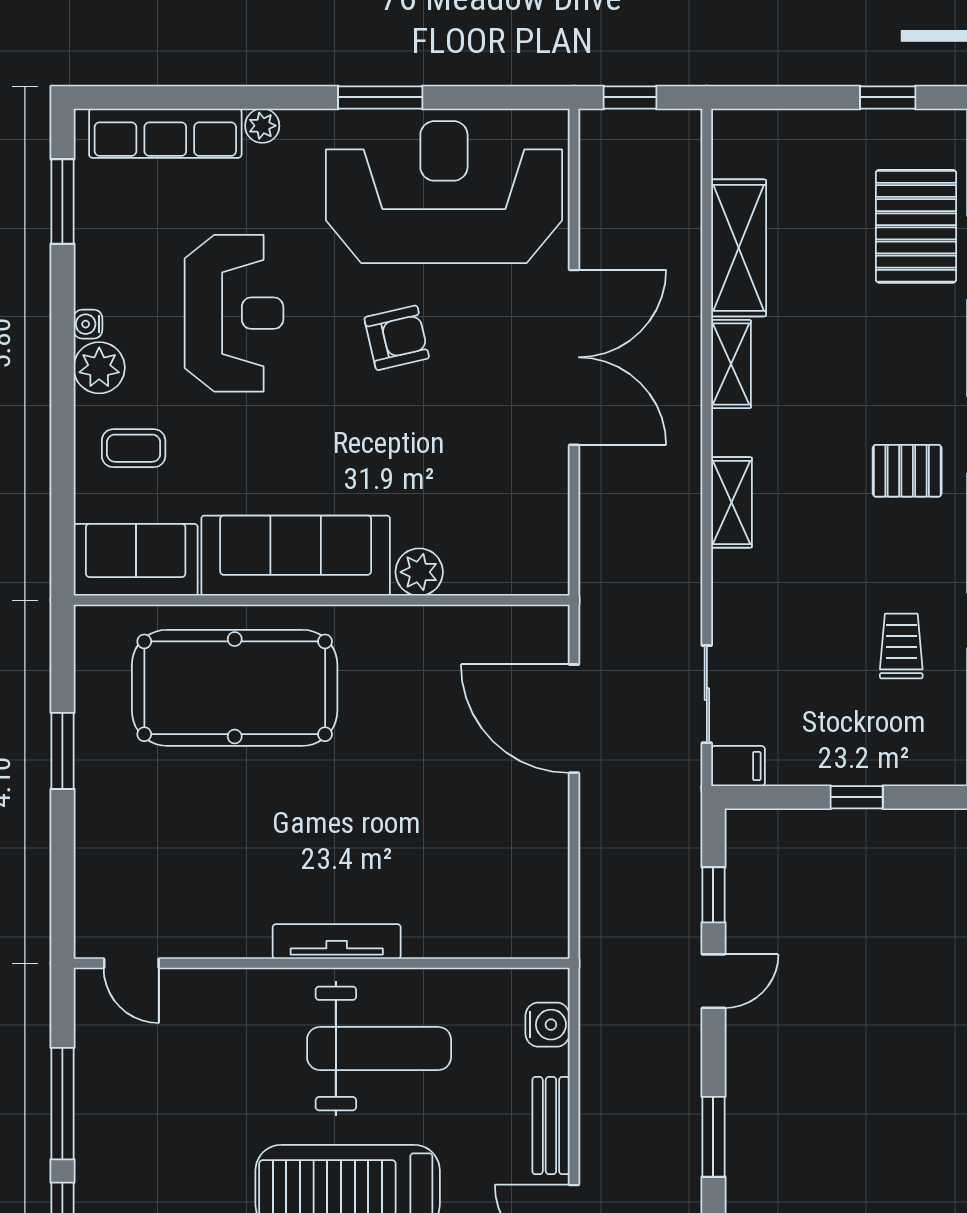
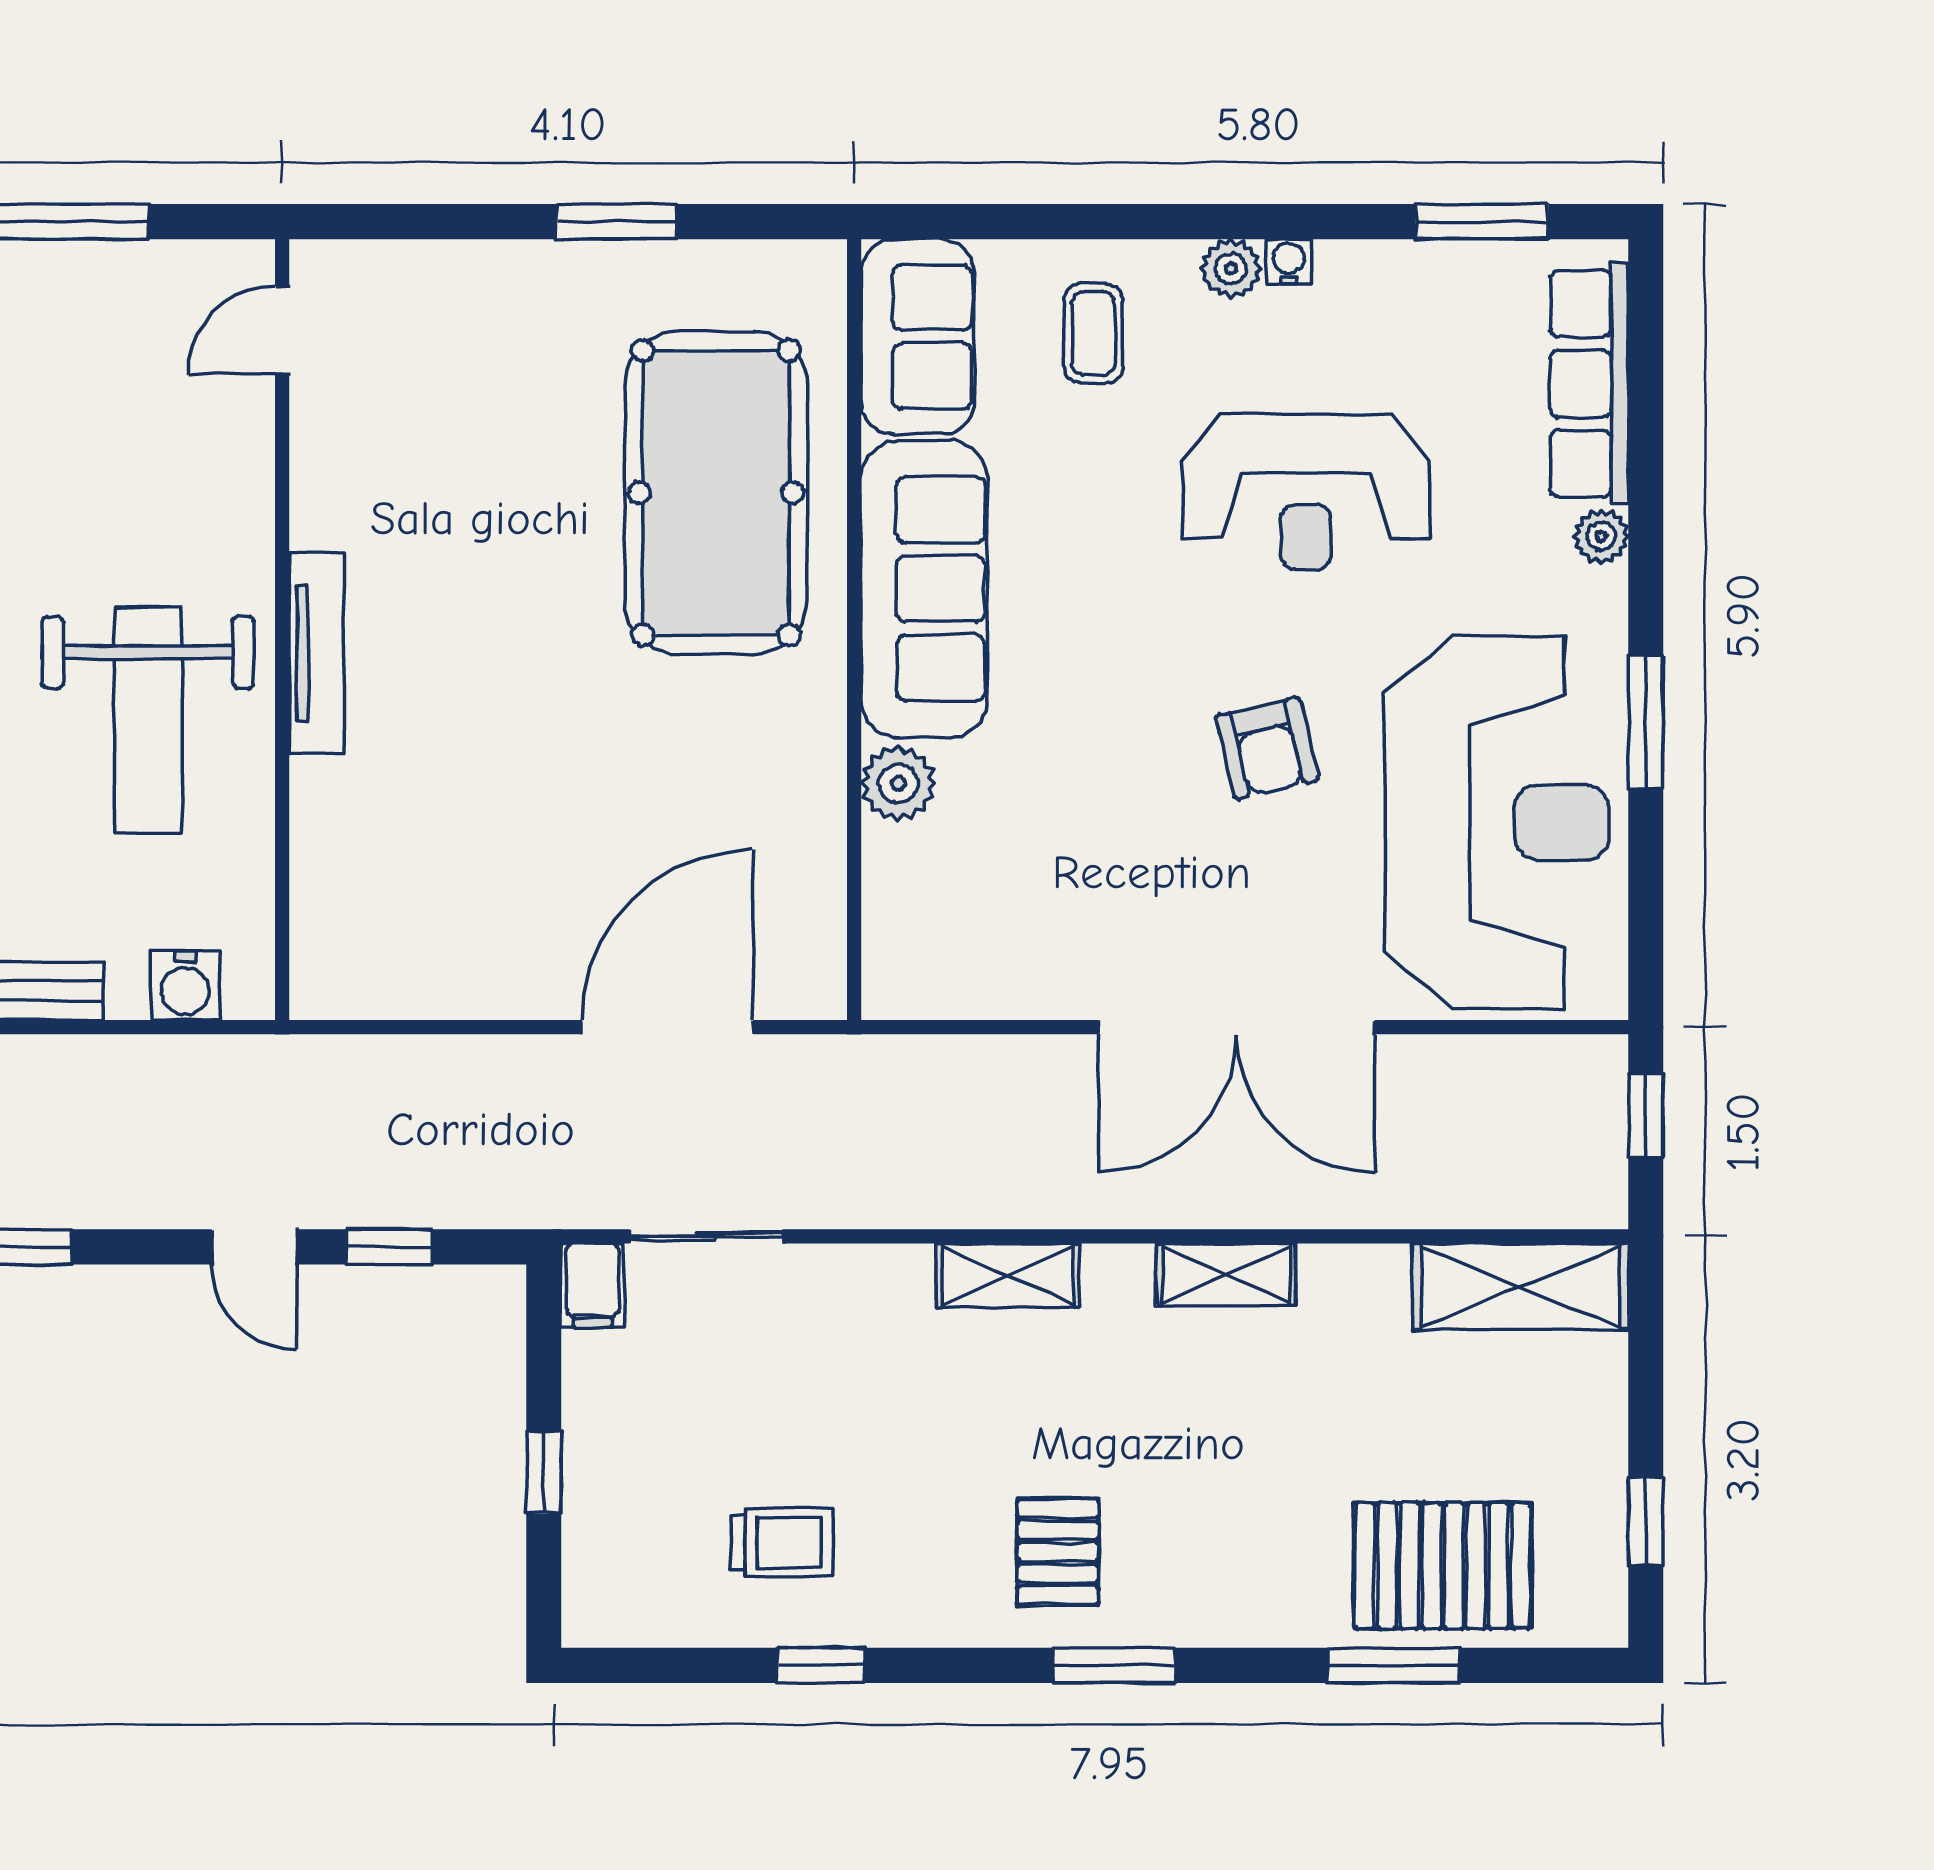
shelving: (739, 248) -> (1520, 1287), moved
plant: (99, 368) -> (1231, 268), width x0.73, depth x0.73

